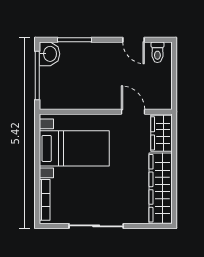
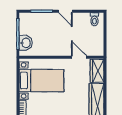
door: (134, 40) -> (65, 11), moved
washbasin: (49, 54) -> (26, 43), moved

